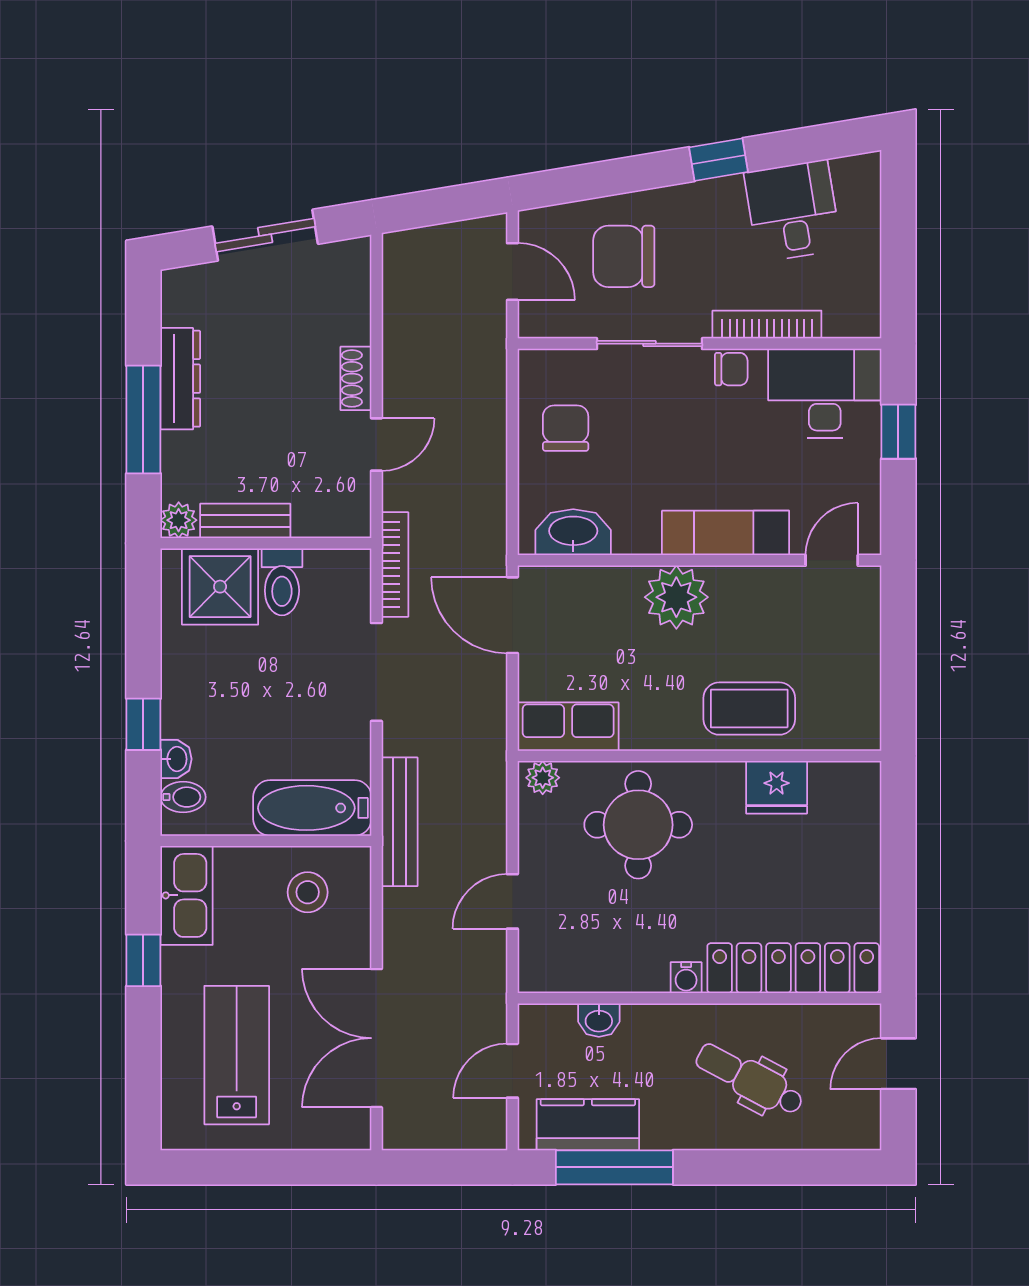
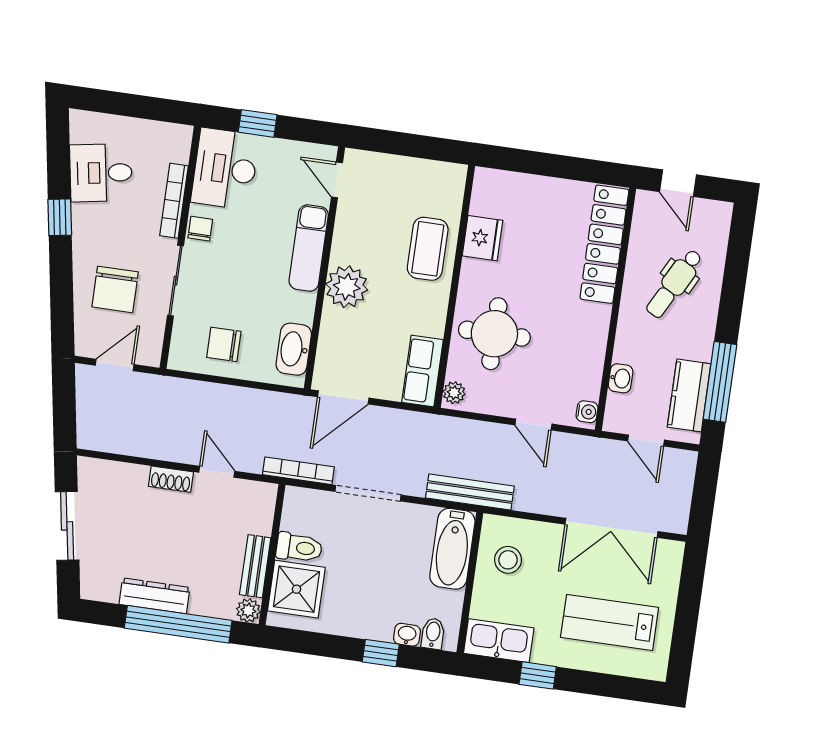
window: (143, 420) -> (178, 624), width x1.46
water cooler: (686, 978) -> (587, 412), moved

